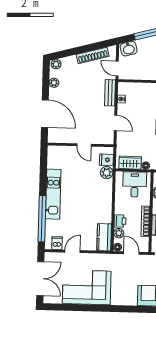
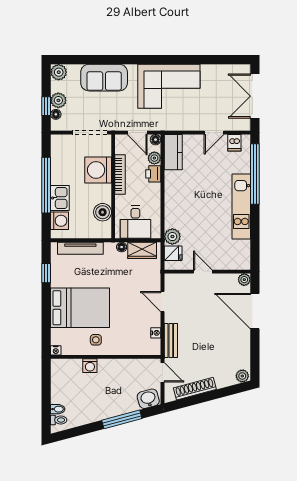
plant: (54, 83) -> (244, 280), moved
corner sofa: (87, 287) -> (169, 86), moved

